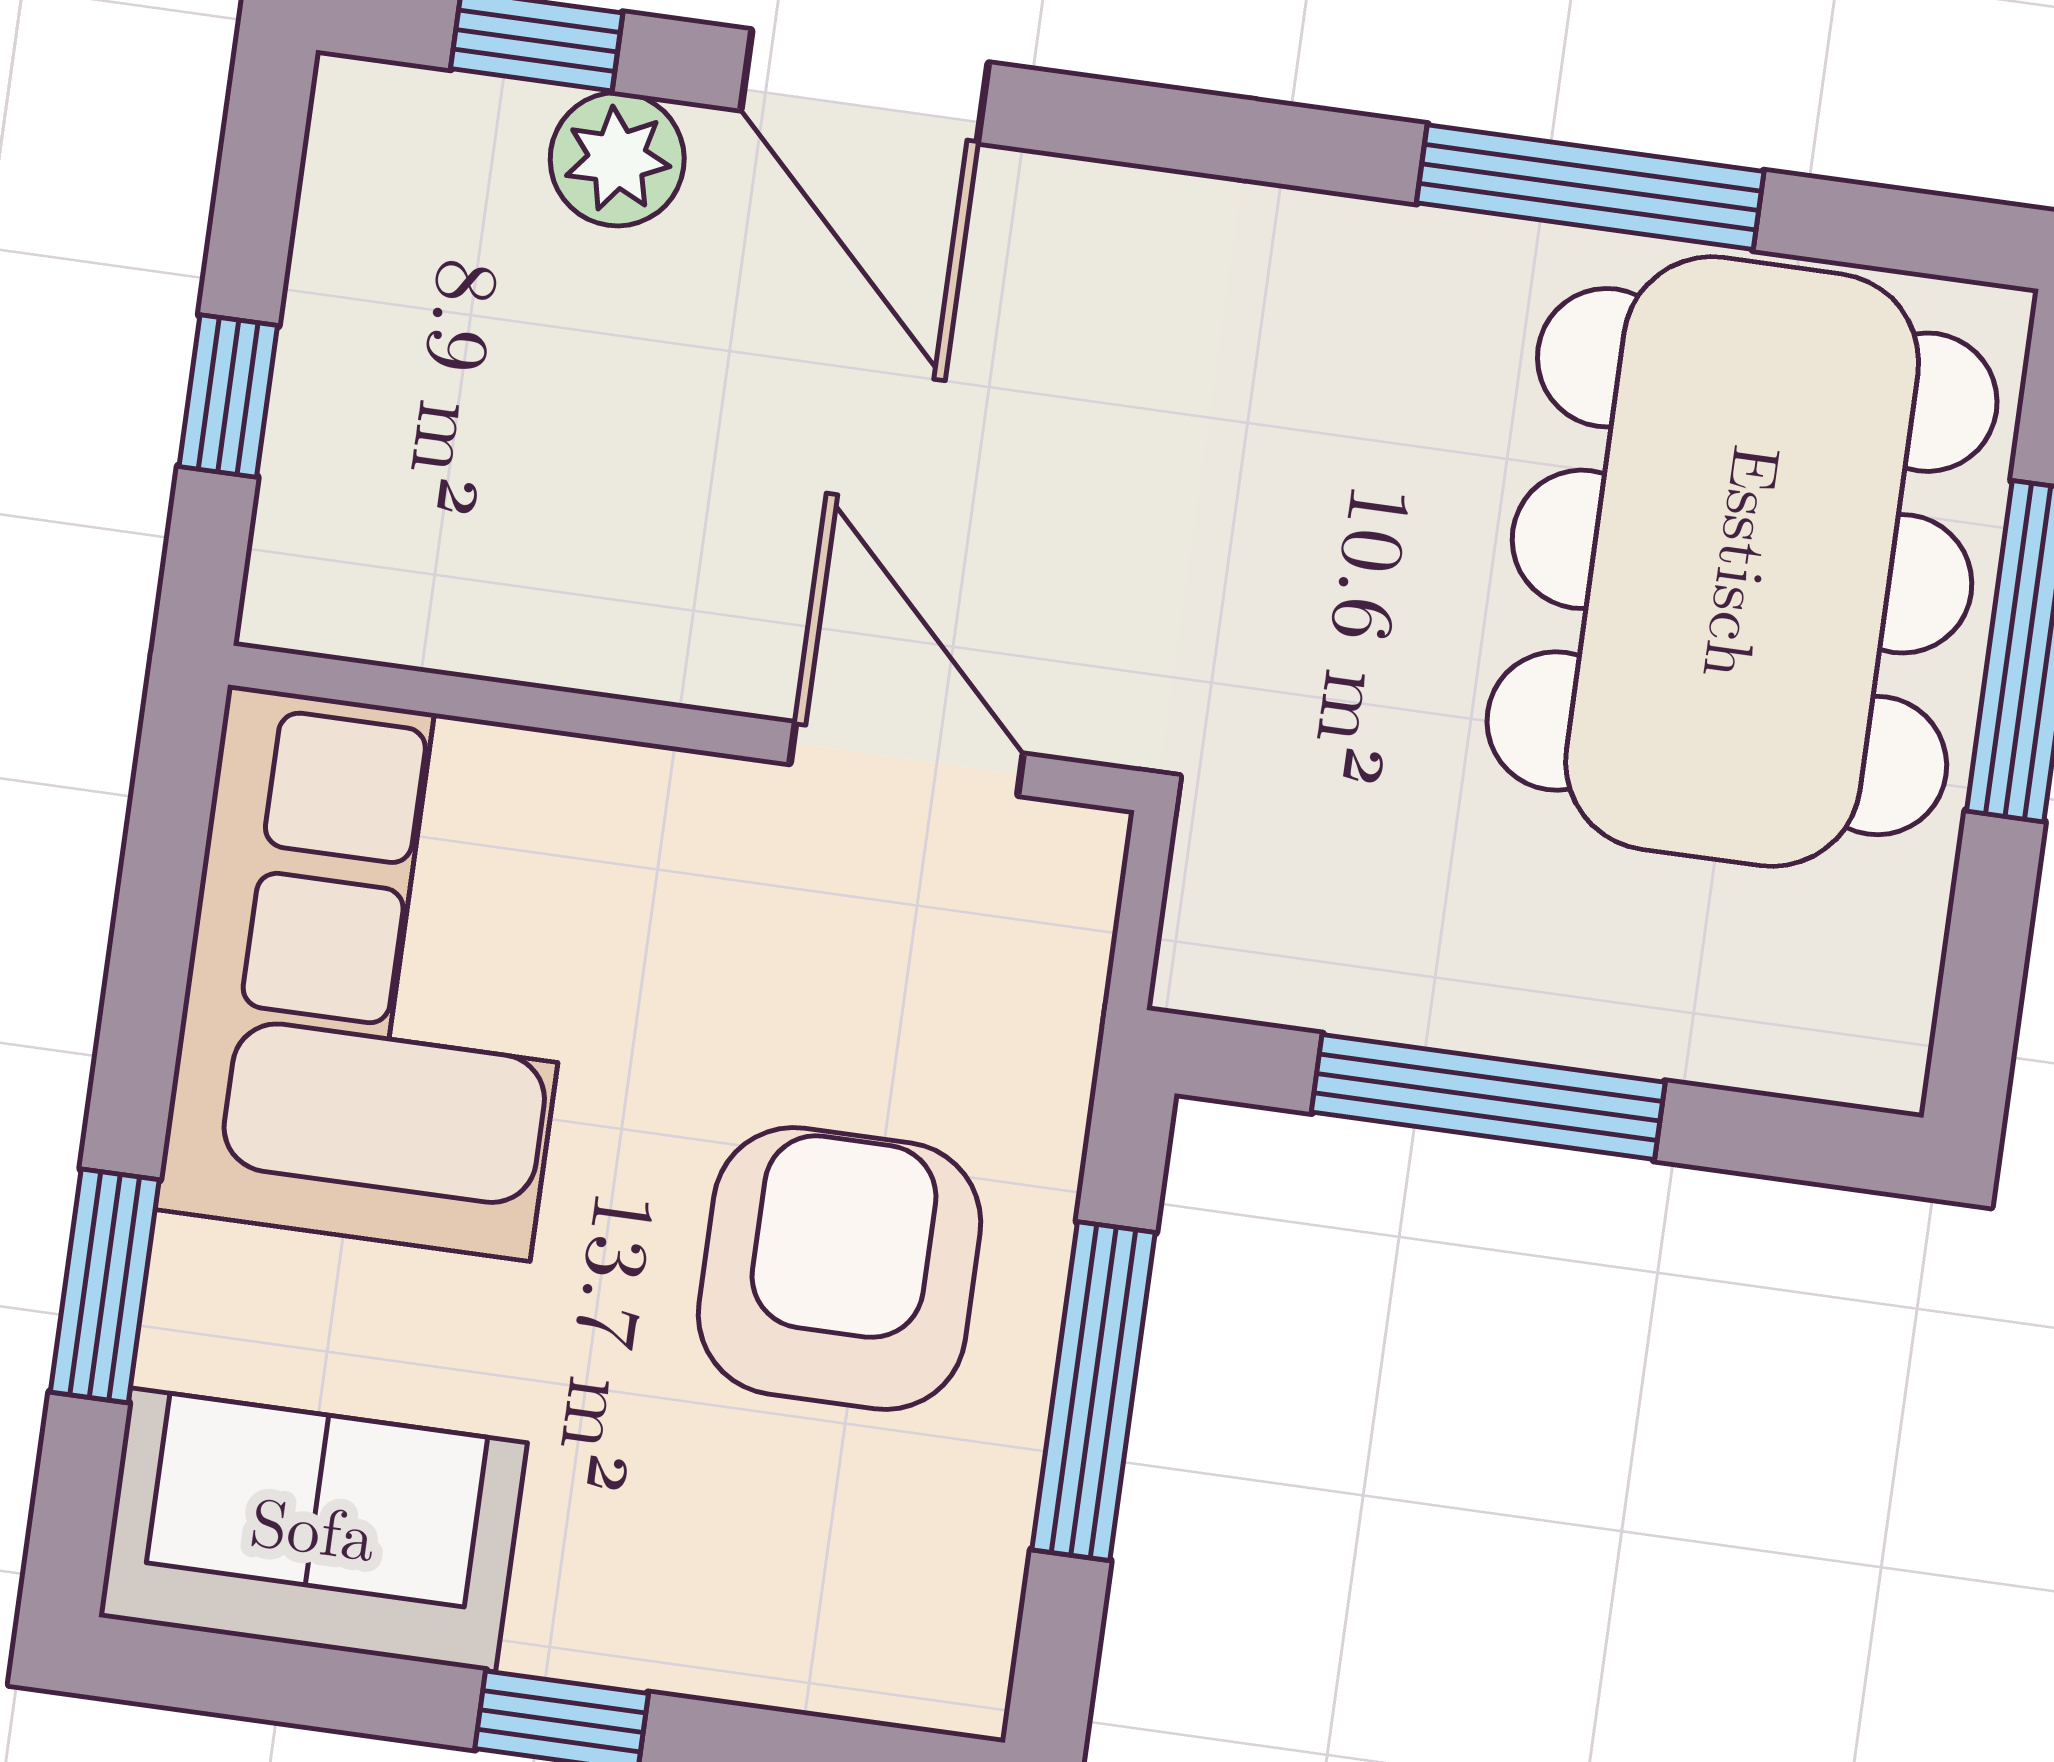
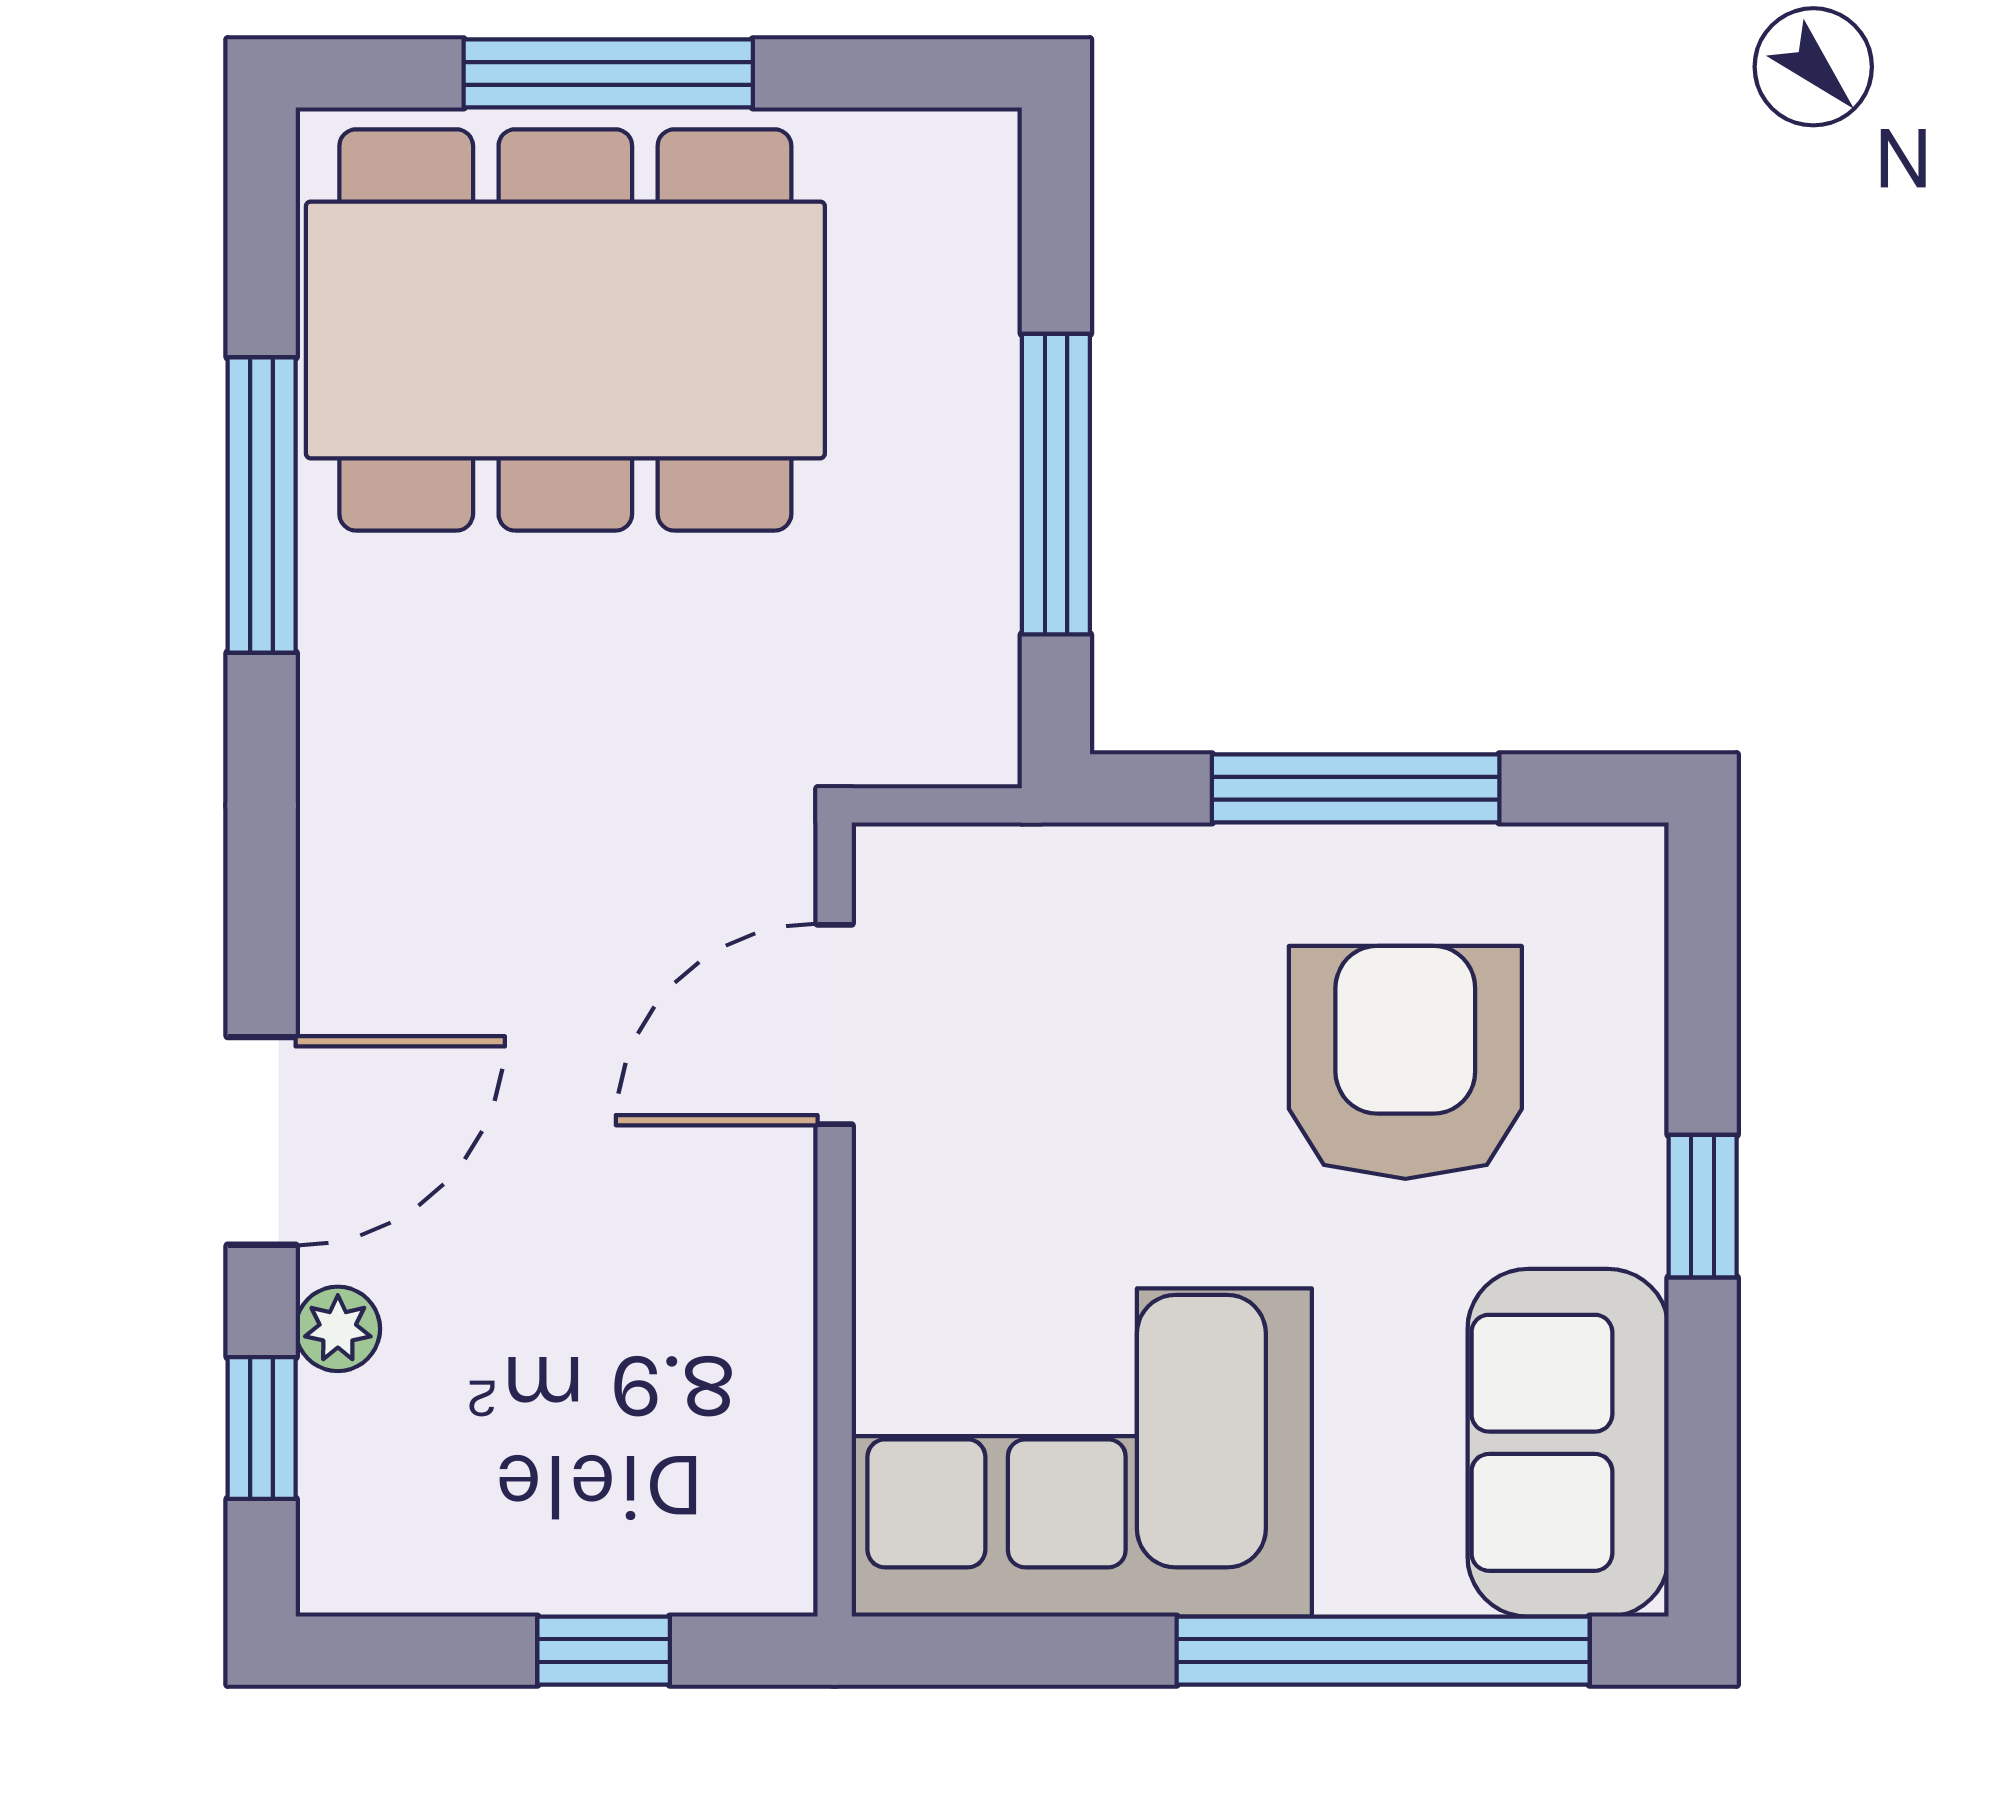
plant: (617, 159) -> (338, 1329), width x0.73, depth x0.73
armchair: (840, 1268) -> (1405, 1062), moved, turned 90
window: (105, 1286) -> (1383, 1651), width x2.11

